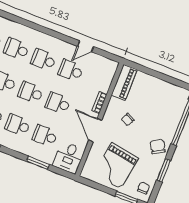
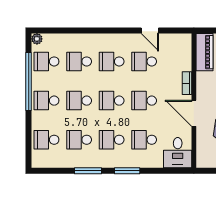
door: (86, 46) -> (150, 31), hinge flipped
window: (38, 163) -> (127, 171), moved

